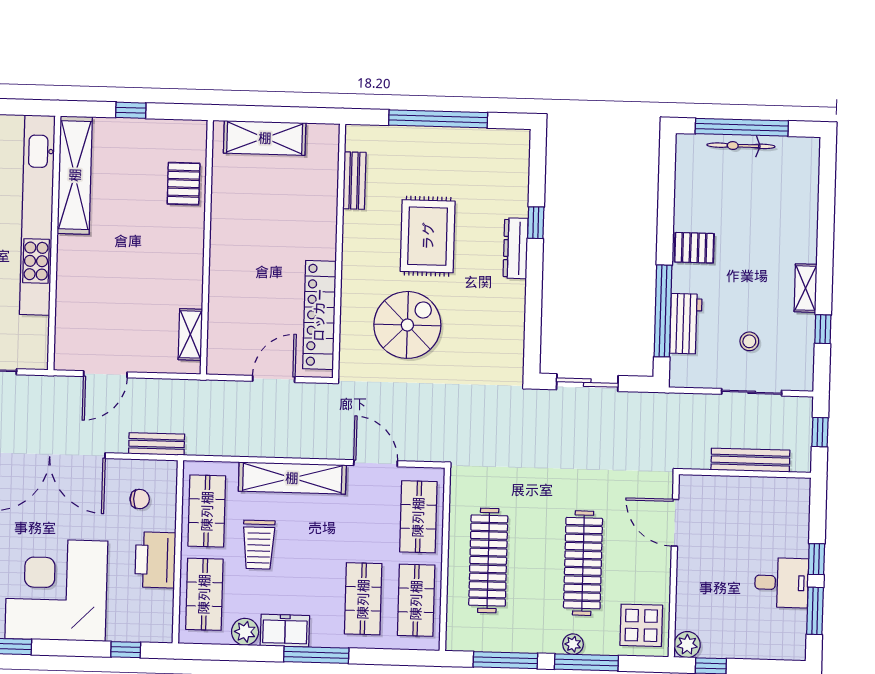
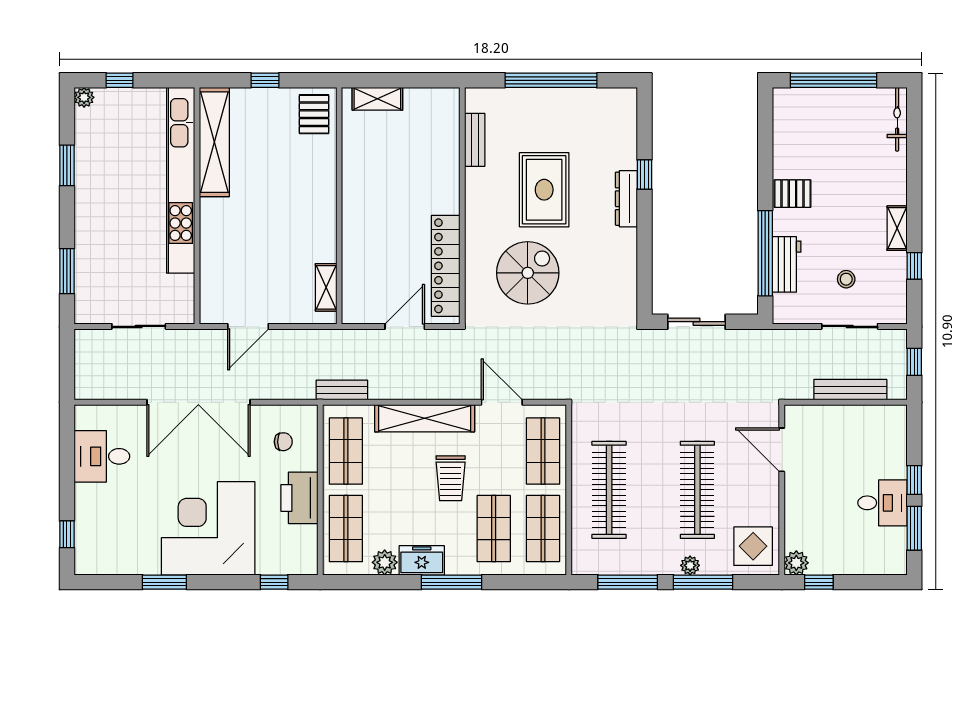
shelving: (265, 138) -> (377, 99), width x0.67, depth x0.75
bicycle: (741, 146) -> (897, 119), moved, turned 90
pallet: (184, 184) -> (314, 114), moved
bench: (157, 444) -> (342, 390), moved
trolley: (259, 545) -> (451, 478), moved

